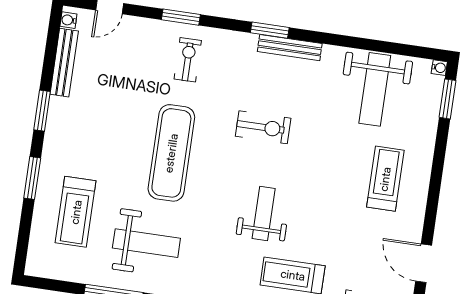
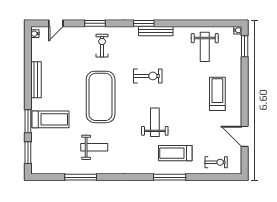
bench: (64, 63) -> (36, 80), moved
weight bench: (375, 89) -> (205, 47), width x0.73, depth x0.75
window: (42, 111) -> (28, 153), moved
exercise mat: (171, 153) -> (101, 97), width x1.47
treadmill: (76, 212) -> (51, 119), moved, turned -90
weight bench: (146, 243) -> (94, 147), width x0.73, depth x0.75

